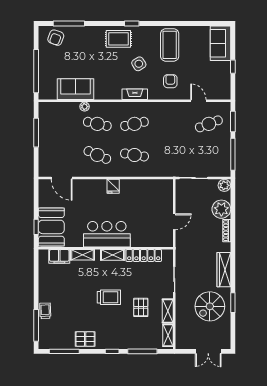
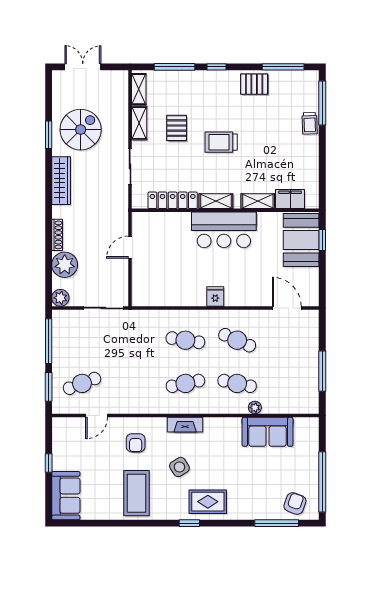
window: (36, 71) -> (322, 482), moved
door: (198, 101) -> (97, 416), hinge flipped

